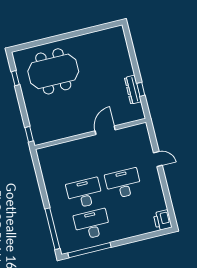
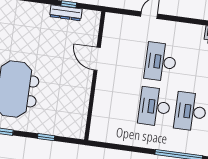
window: (29, 134) -> (46, 137), moved

